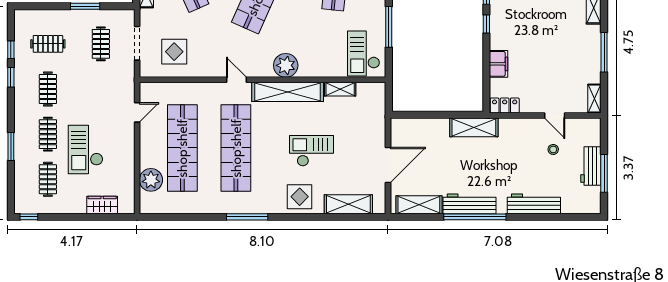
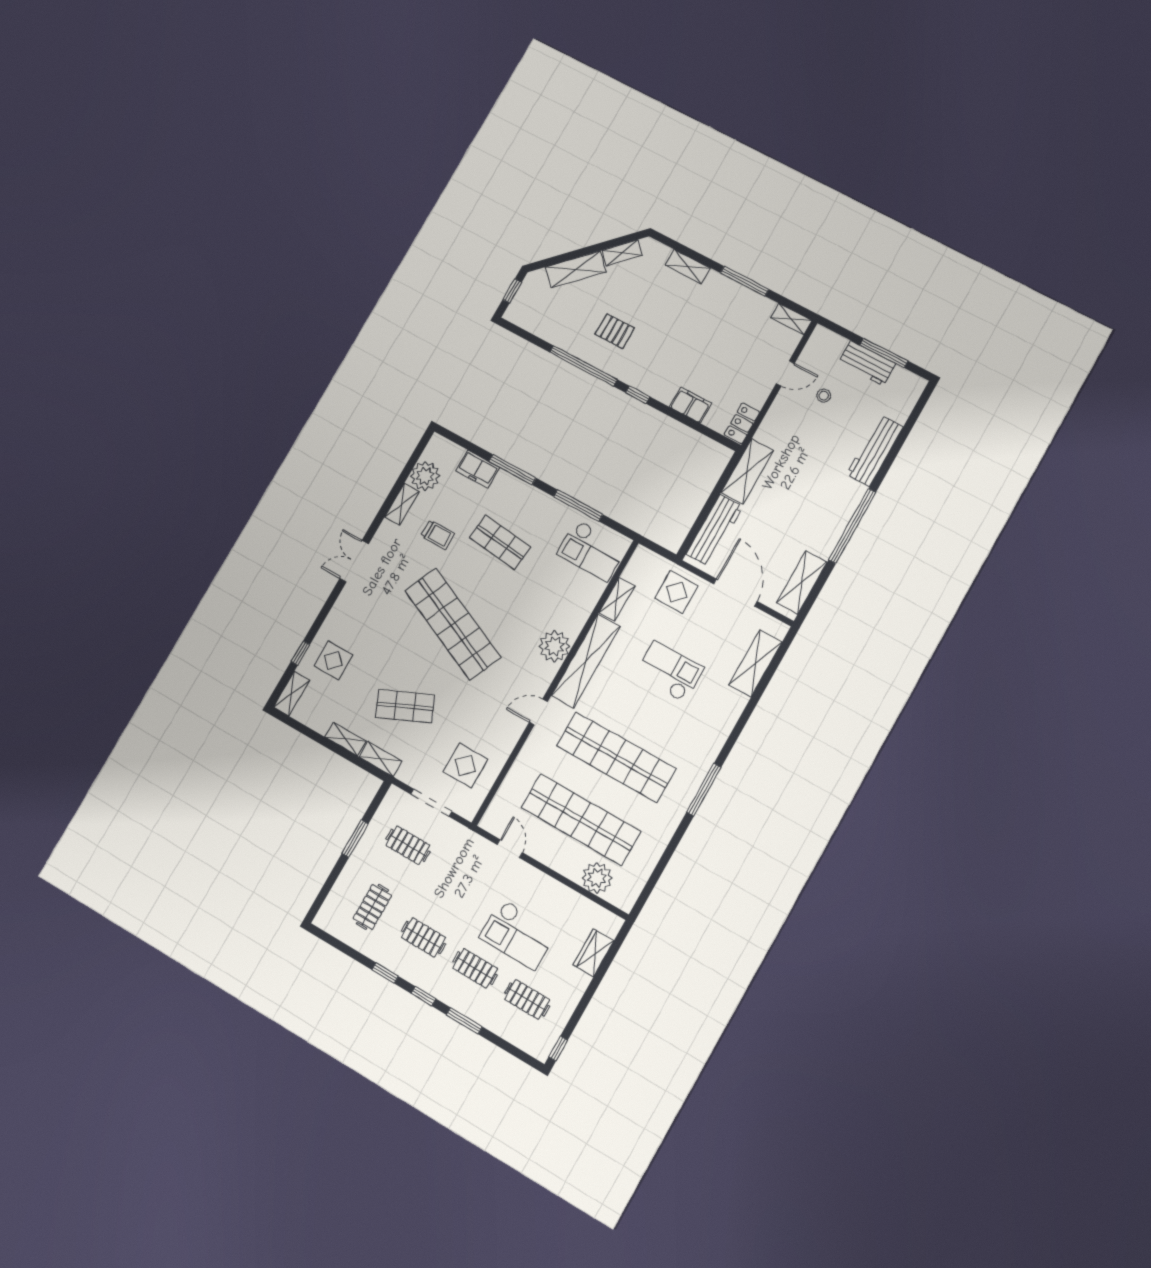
window: (11, 50) -> (423, 996), moved
checkout: (312, 151) -> (669, 671), turned 90
display table: (300, 197) -> (676, 592), moved
workbench: (469, 204) -> (714, 530), moved, turned 180

